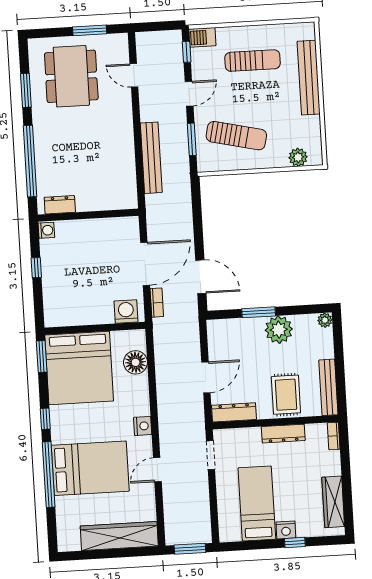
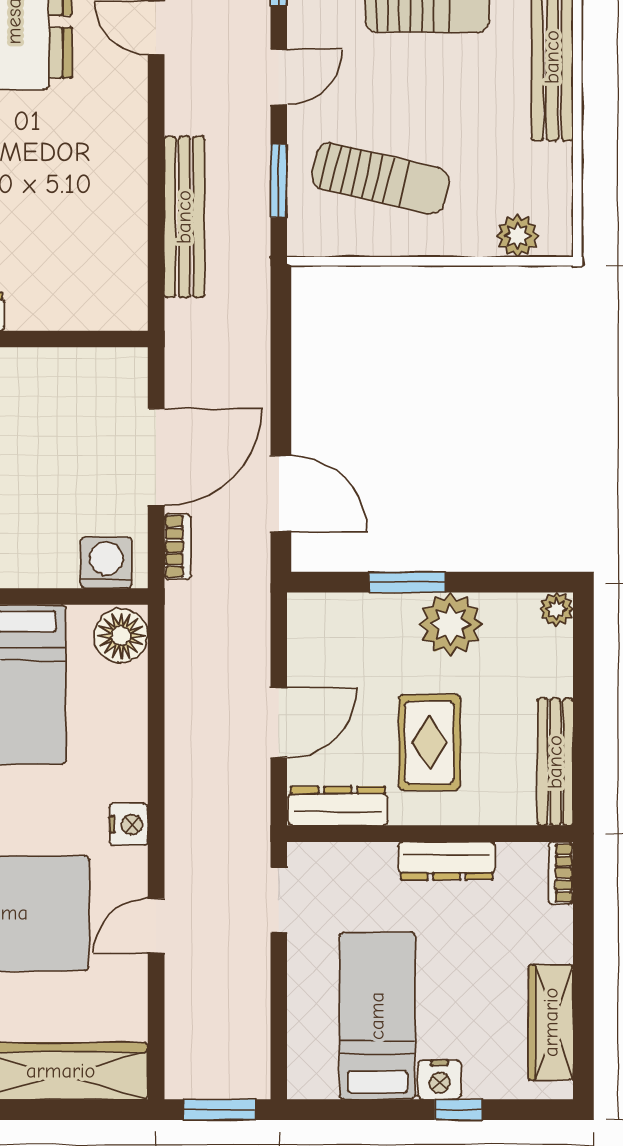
floor lamp: (136, 362) -> (121, 636), moved
rug: (286, 395) -> (429, 742), moved

